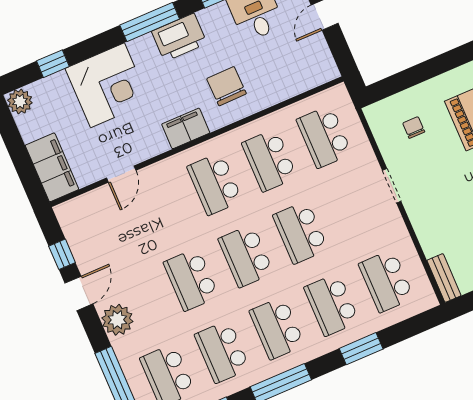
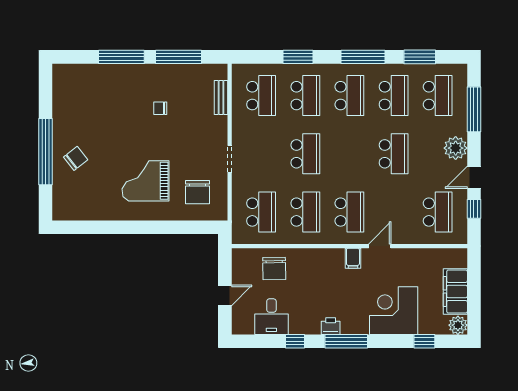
printer: (179, 37) -> (331, 326), width x0.53, depth x0.68
chair: (227, 86) -> (274, 269), moved
filing cabinet: (186, 128) -> (353, 258), width x0.50
chair: (414, 128) -> (197, 192), width x1.87, depth x1.87
filing cabinet: (52, 167) -> (455, 291), moved
door: (121, 174) -> (380, 246), moved
school desk: (246, 256) -> (438, 212), moved
bench: (444, 278) -> (221, 97), moved

